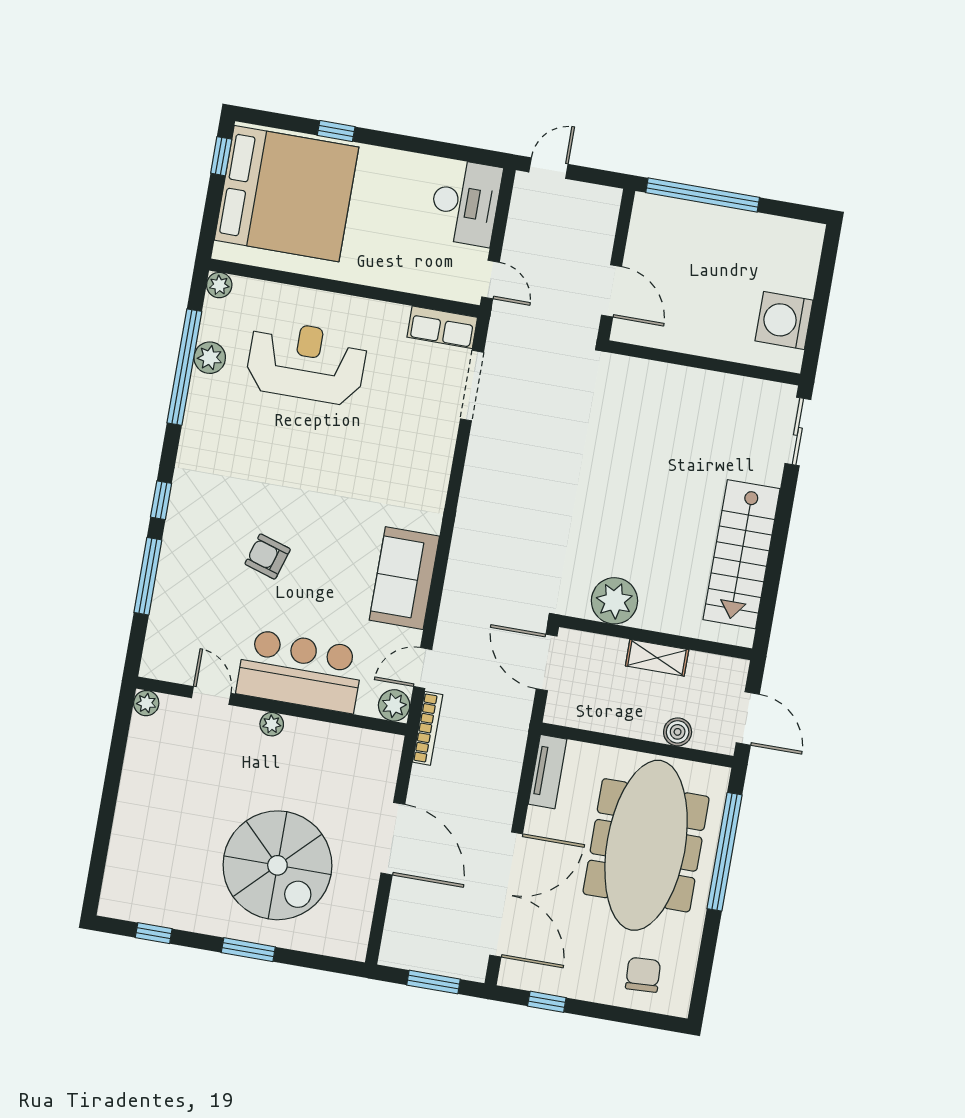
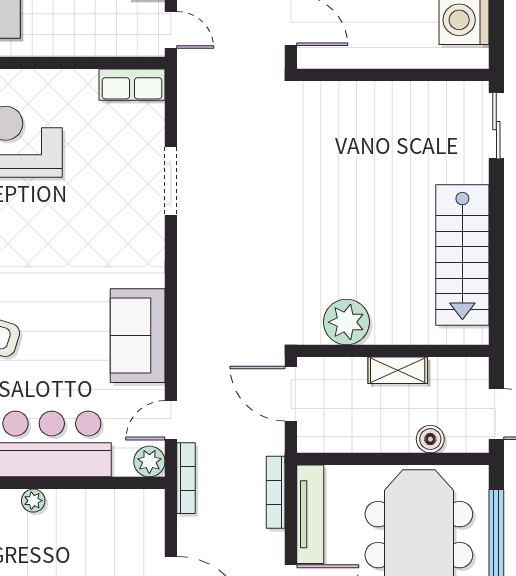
doorway: (472, 386) -> (171, 181), moved
bookcase: (514, 758) -> (276, 492), added
tv unit: (548, 772) -> (310, 514), width x1.41

